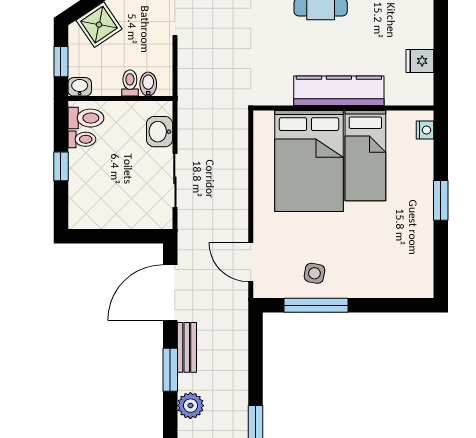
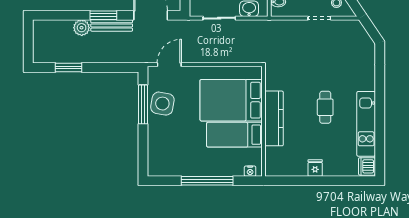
fridge: (420, 61) -> (315, 168), moved
window: (441, 200) -> (207, 181), width x2.11
side table: (314, 273) -> (162, 104), width x1.87, depth x1.87
bench: (187, 347) -> (112, 25), width x1.36

